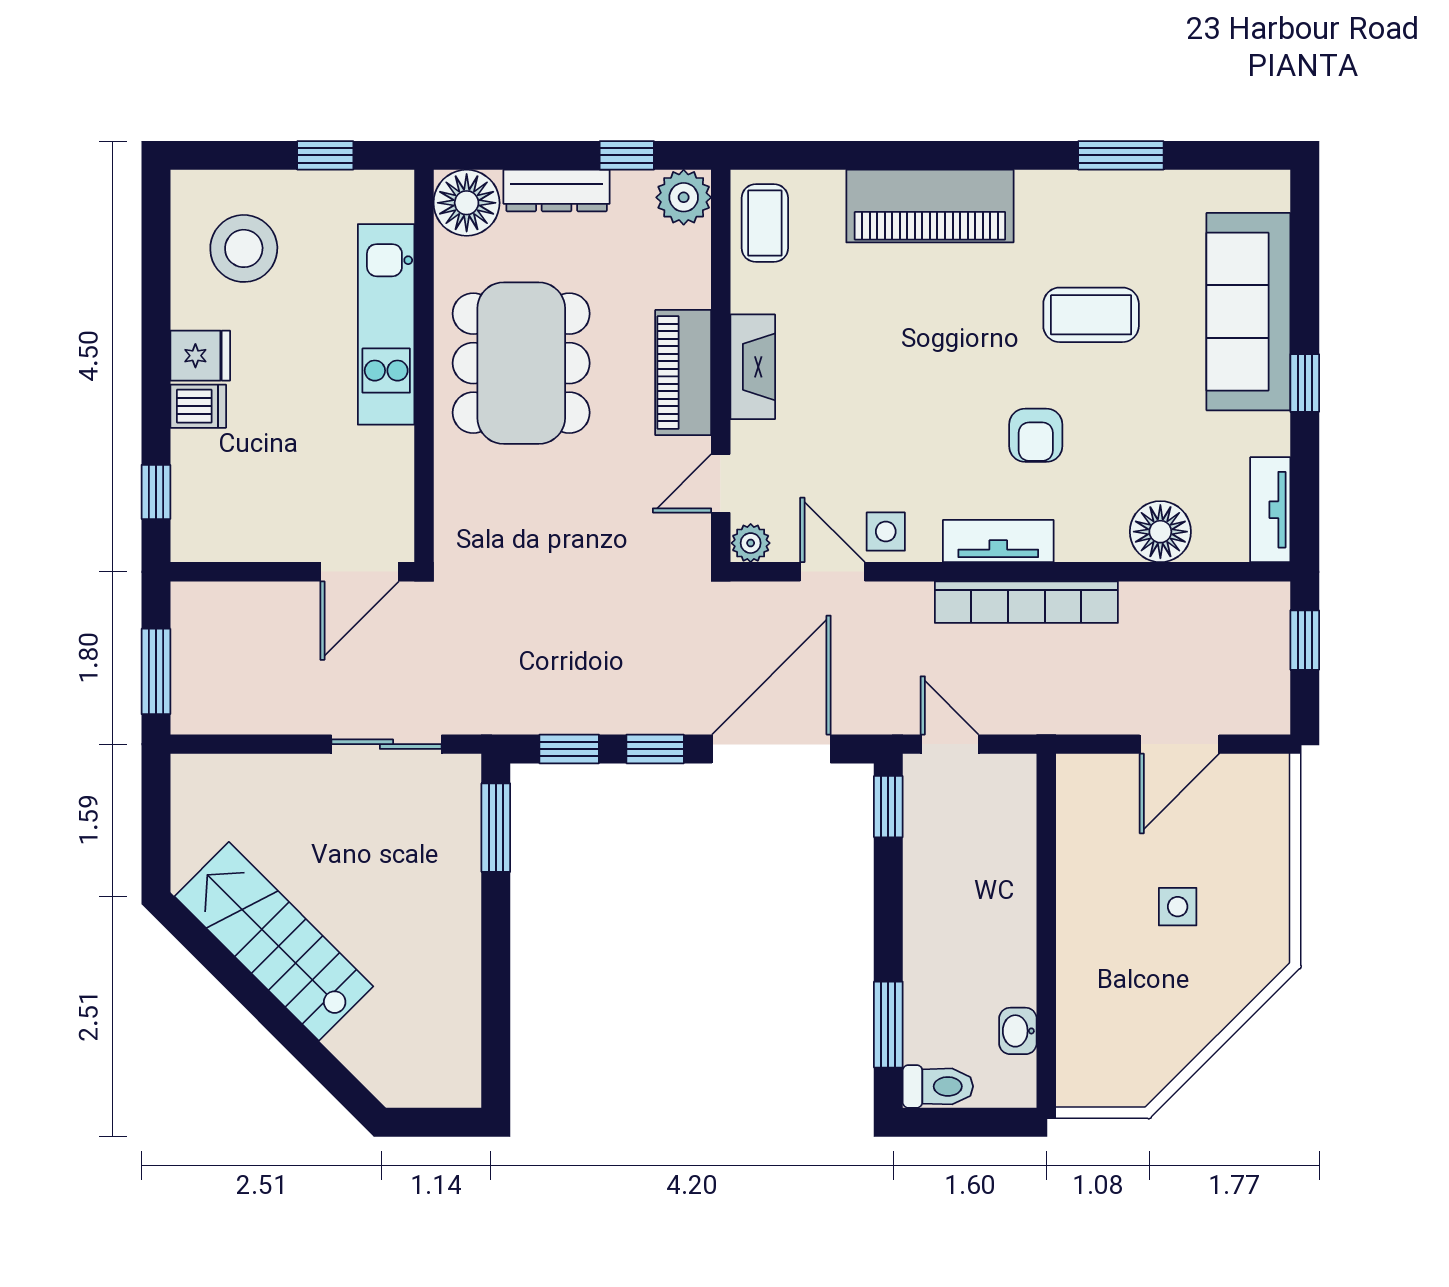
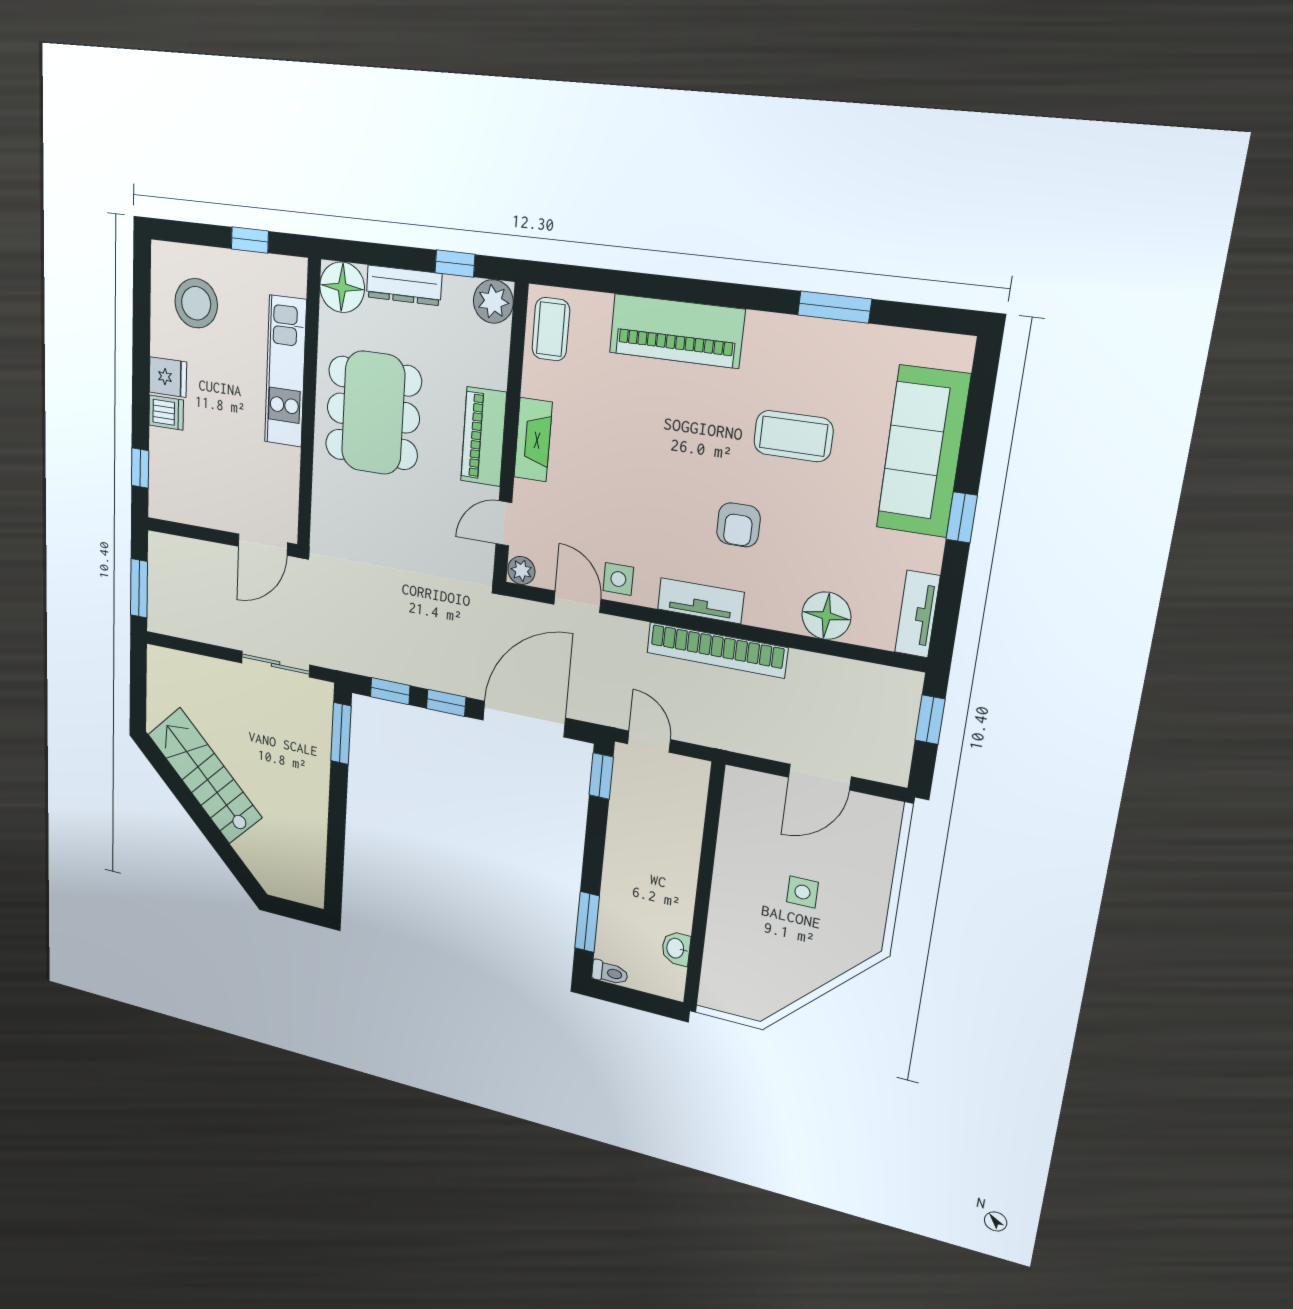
toilet: (938, 1086) -> (610, 973), width x0.73, depth x0.72

